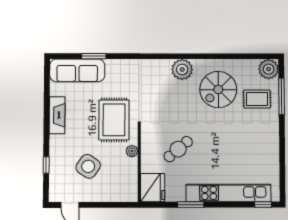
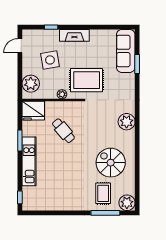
plant: (182, 69) -> (127, 122), moved
fireplace: (57, 115) -> (74, 35), moved
side table: (88, 166) -> (50, 60), turned 45
plant: (118, 191) -> (31, 84), added
kitchen unit: (229, 193) -> (29, 161), width x0.73

